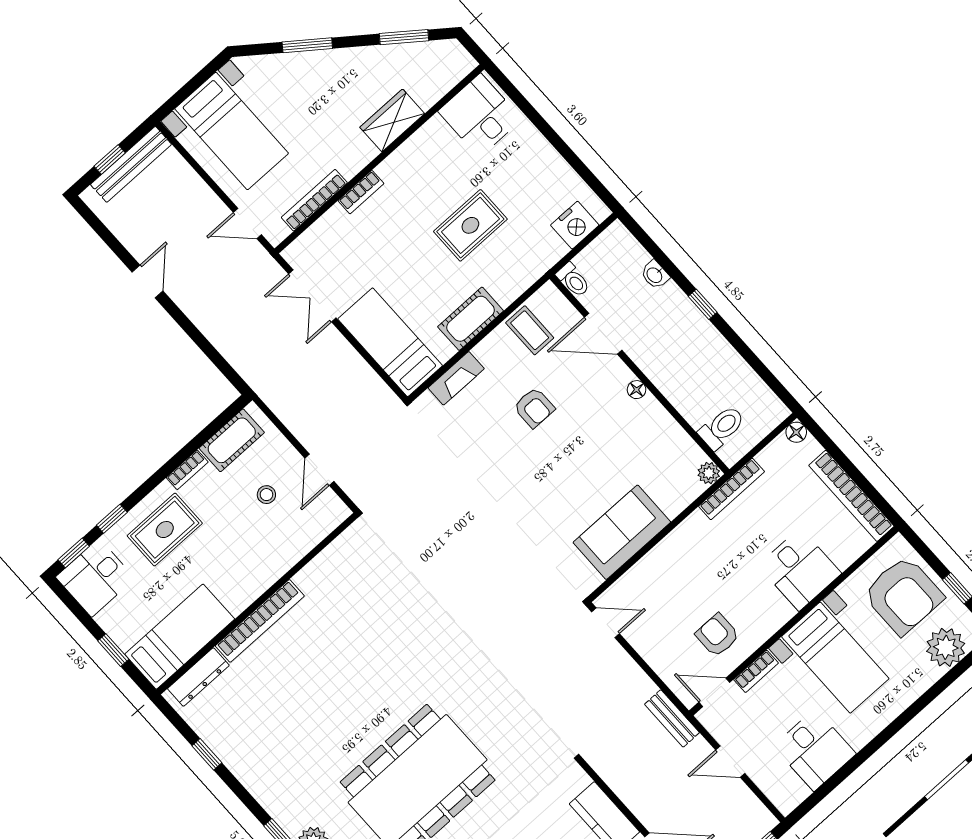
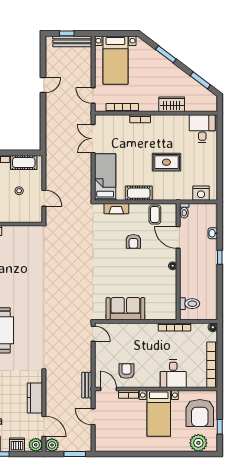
door: (319, 470) -> (44, 198), swing flipped
plant: (709, 473) -> (172, 315), removed
desk: (815, 750) -> (125, 438), removed

